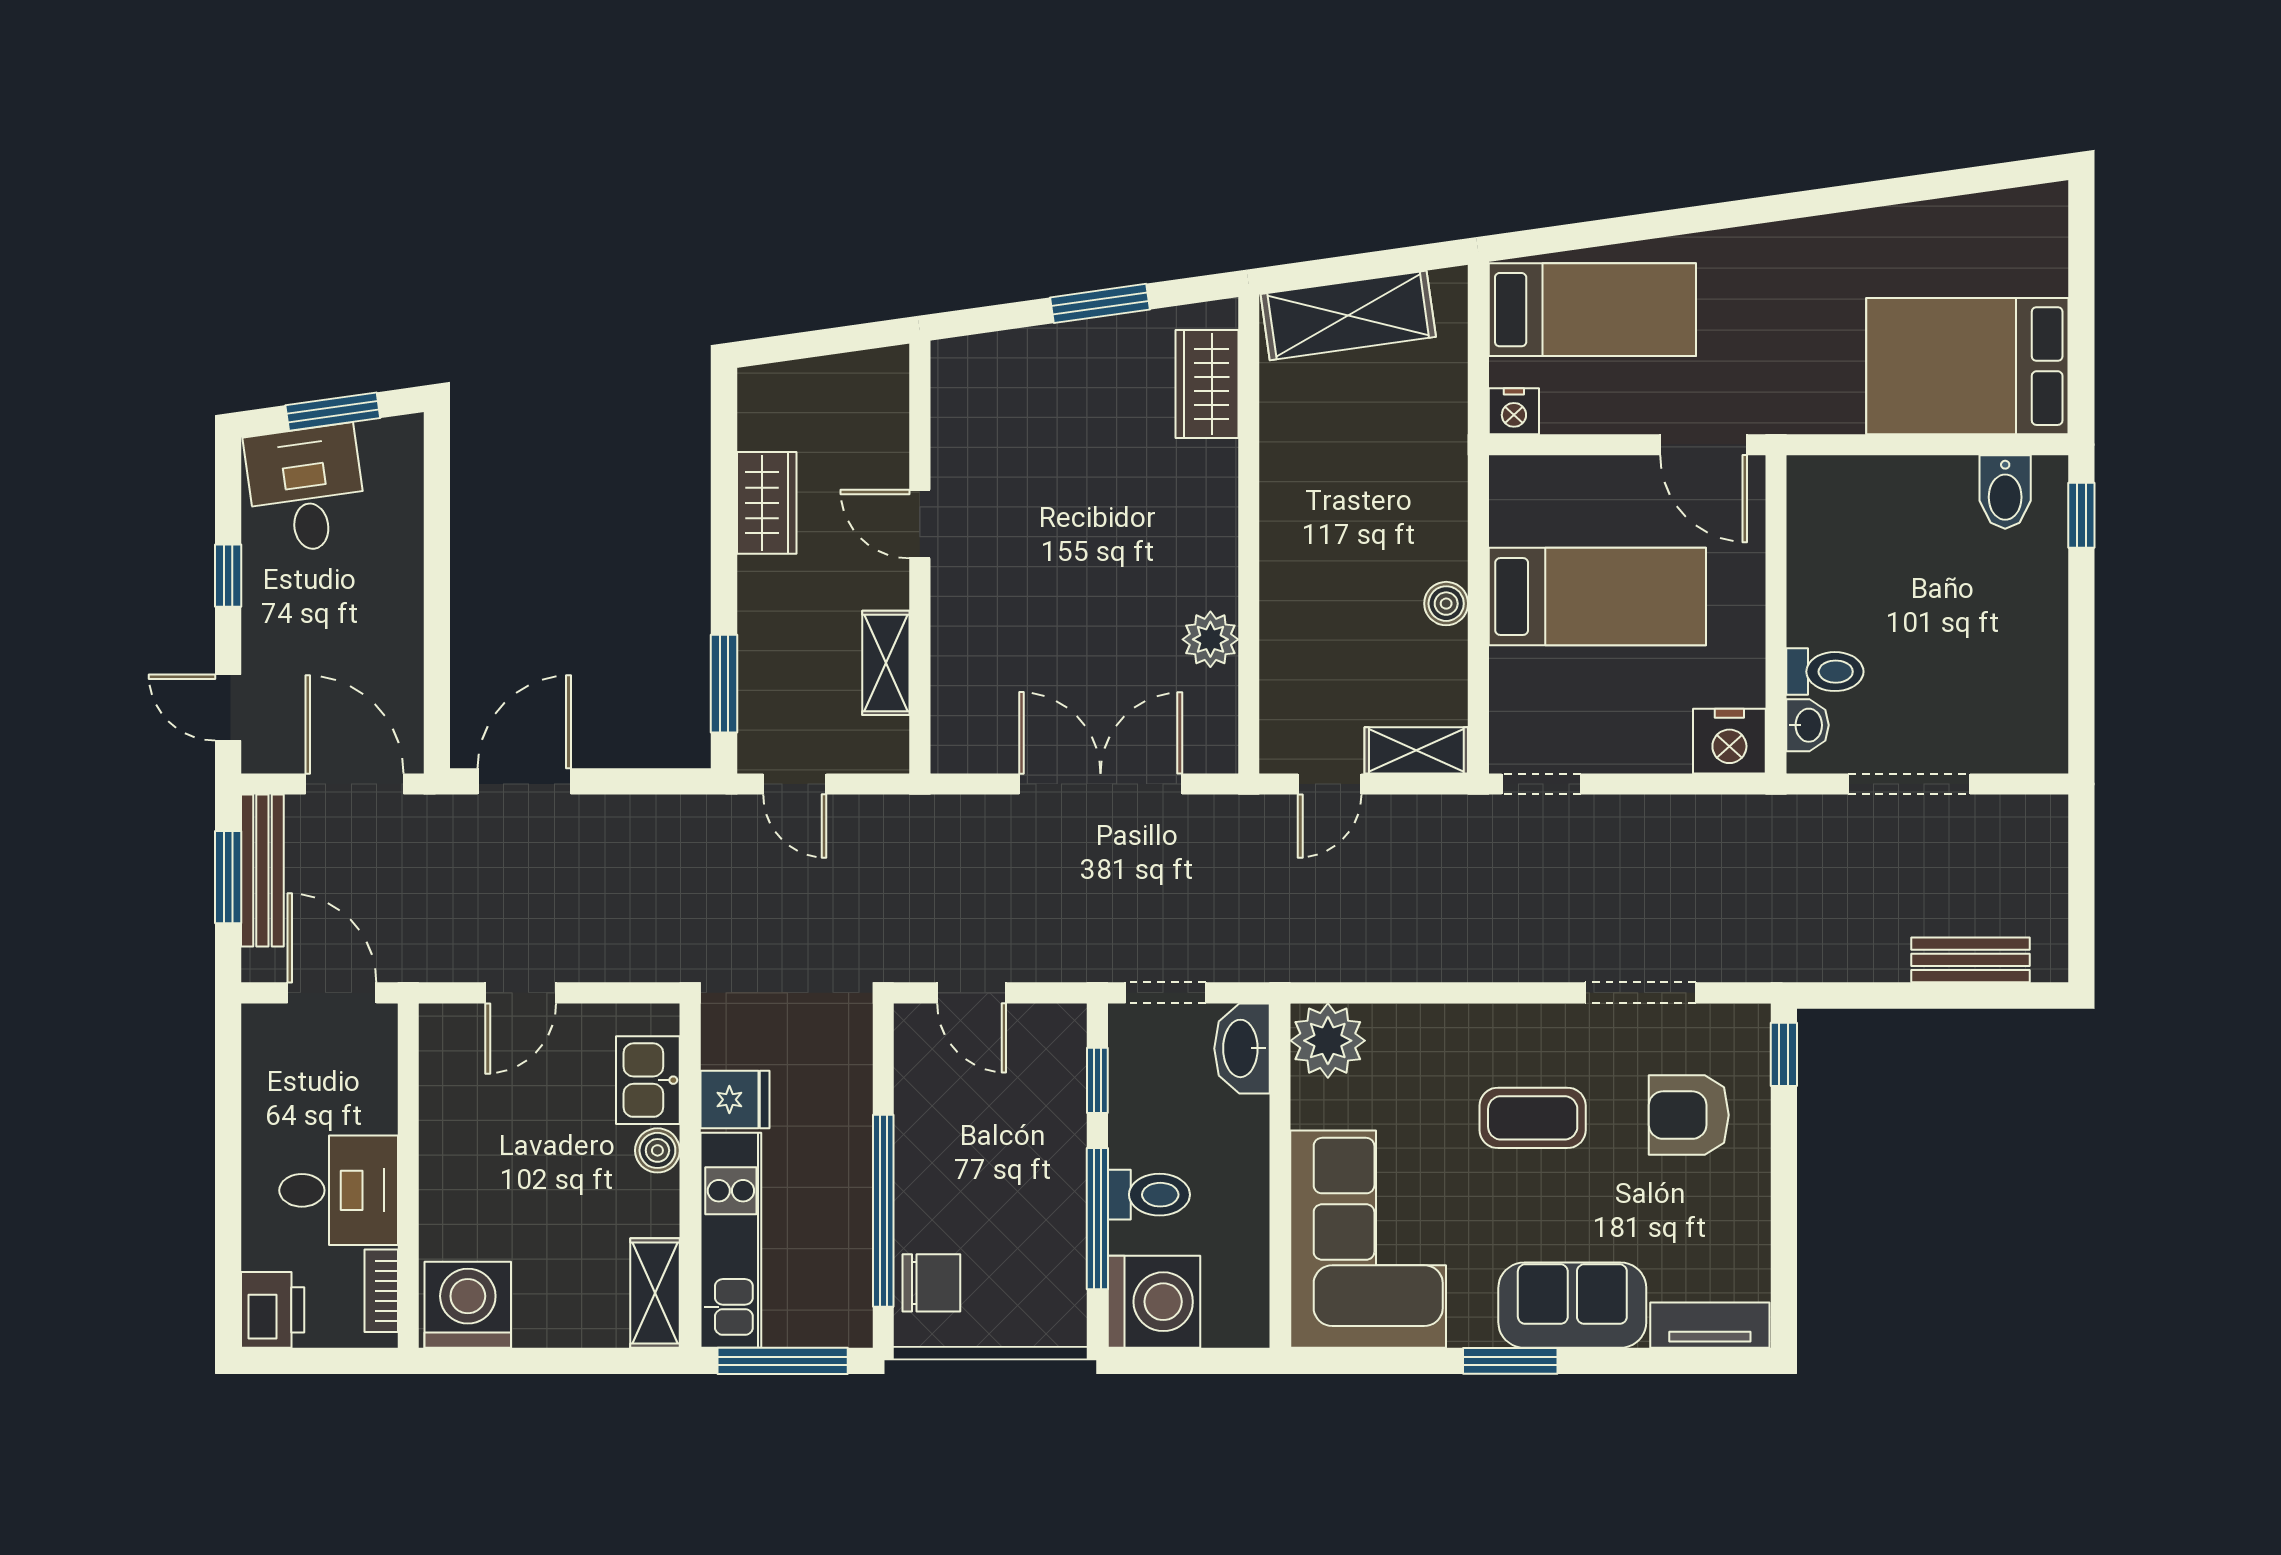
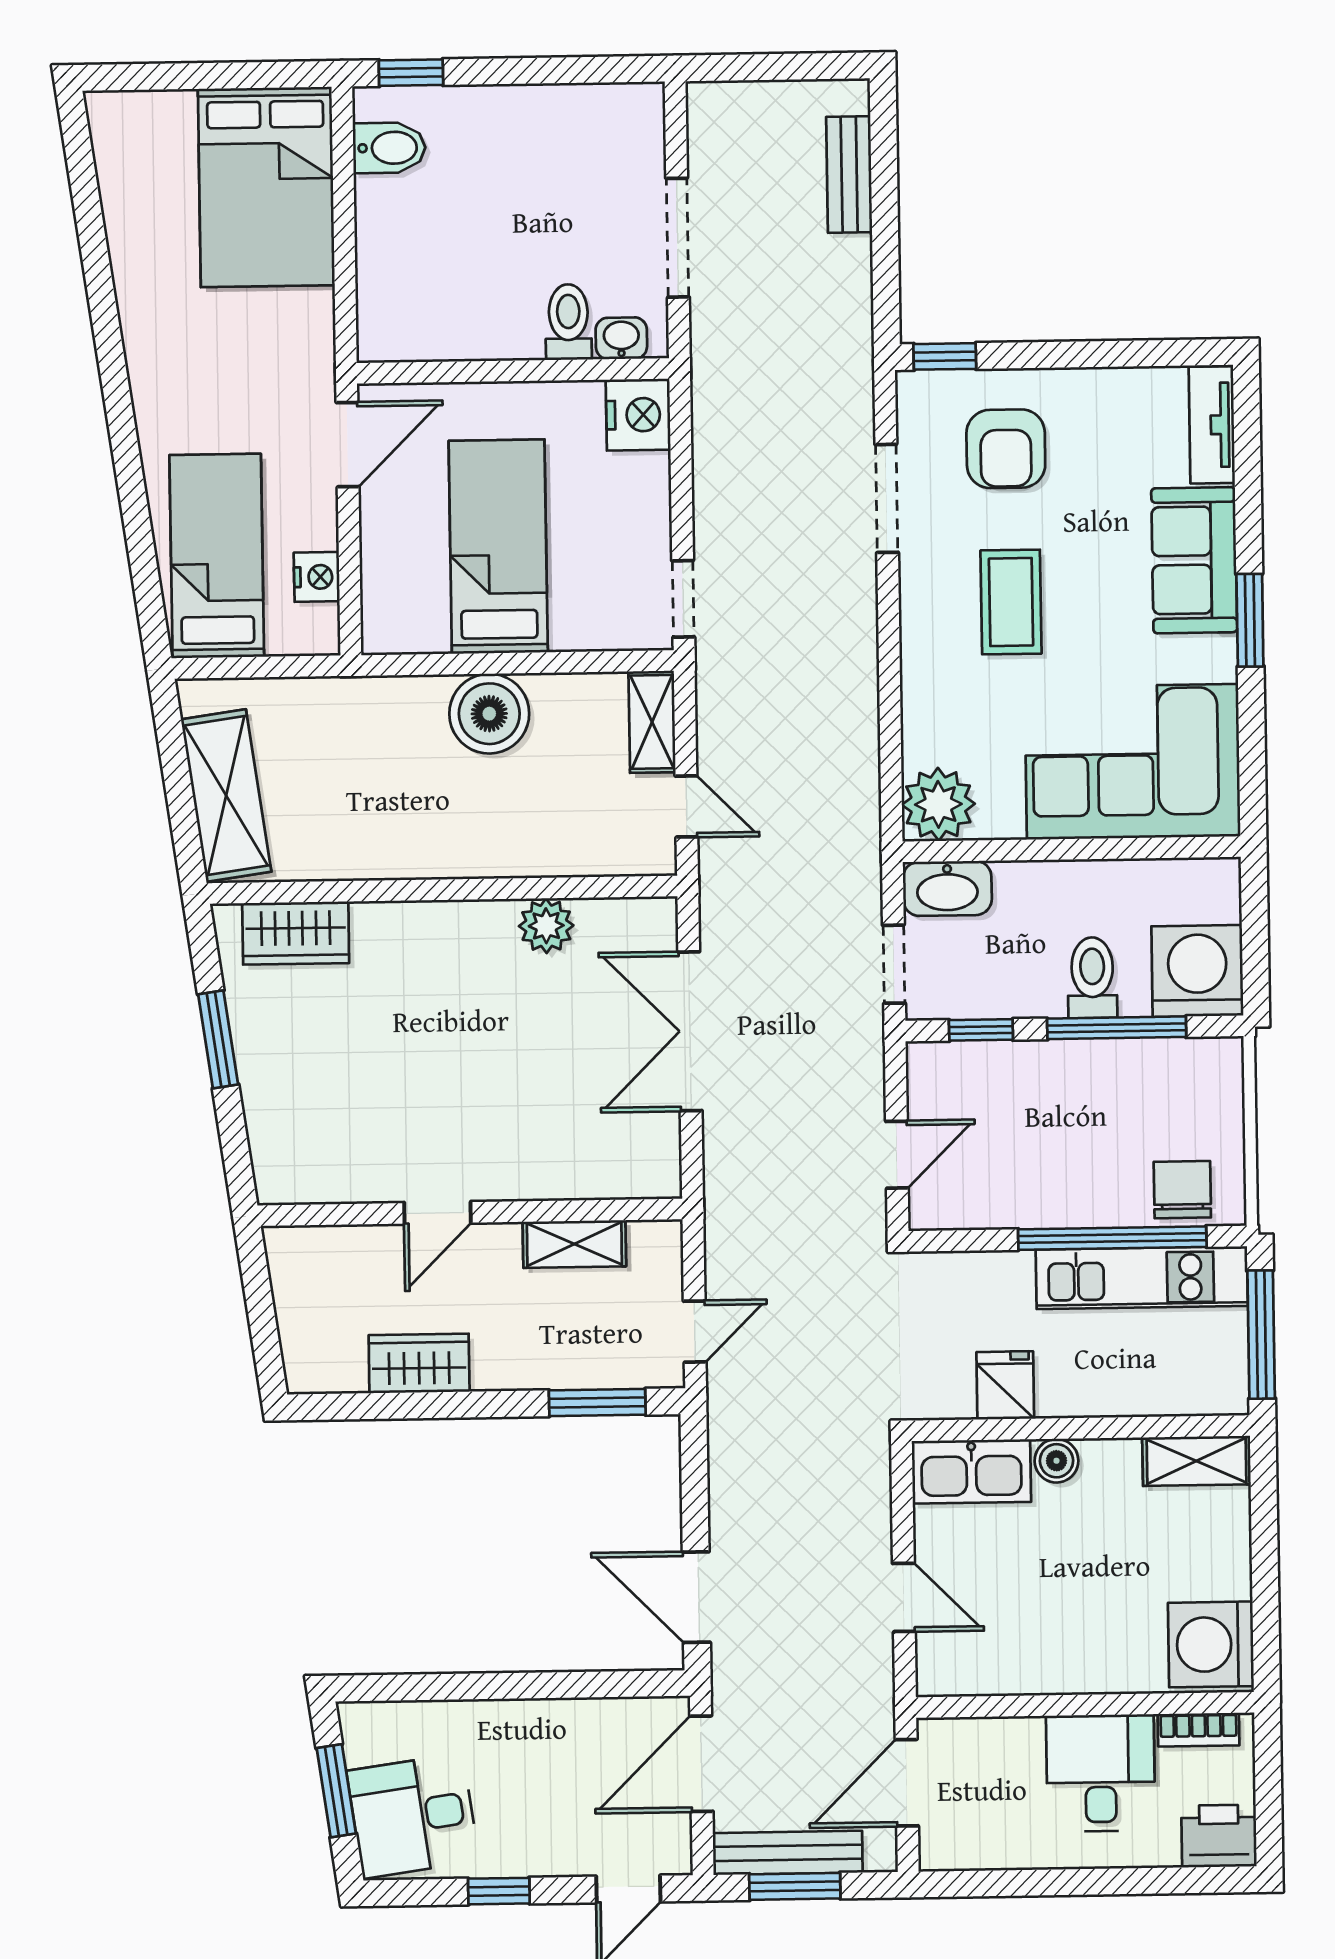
nightstand: (1514, 411) -> (317, 577), moved
boiler: (1446, 604) -> (489, 714), width x1.86, depth x1.86
kitchen sink: (648, 1080) -> (971, 1471), width x1.38
kitchen unit: (731, 1240) -> (1142, 1278), moved, turned 180

